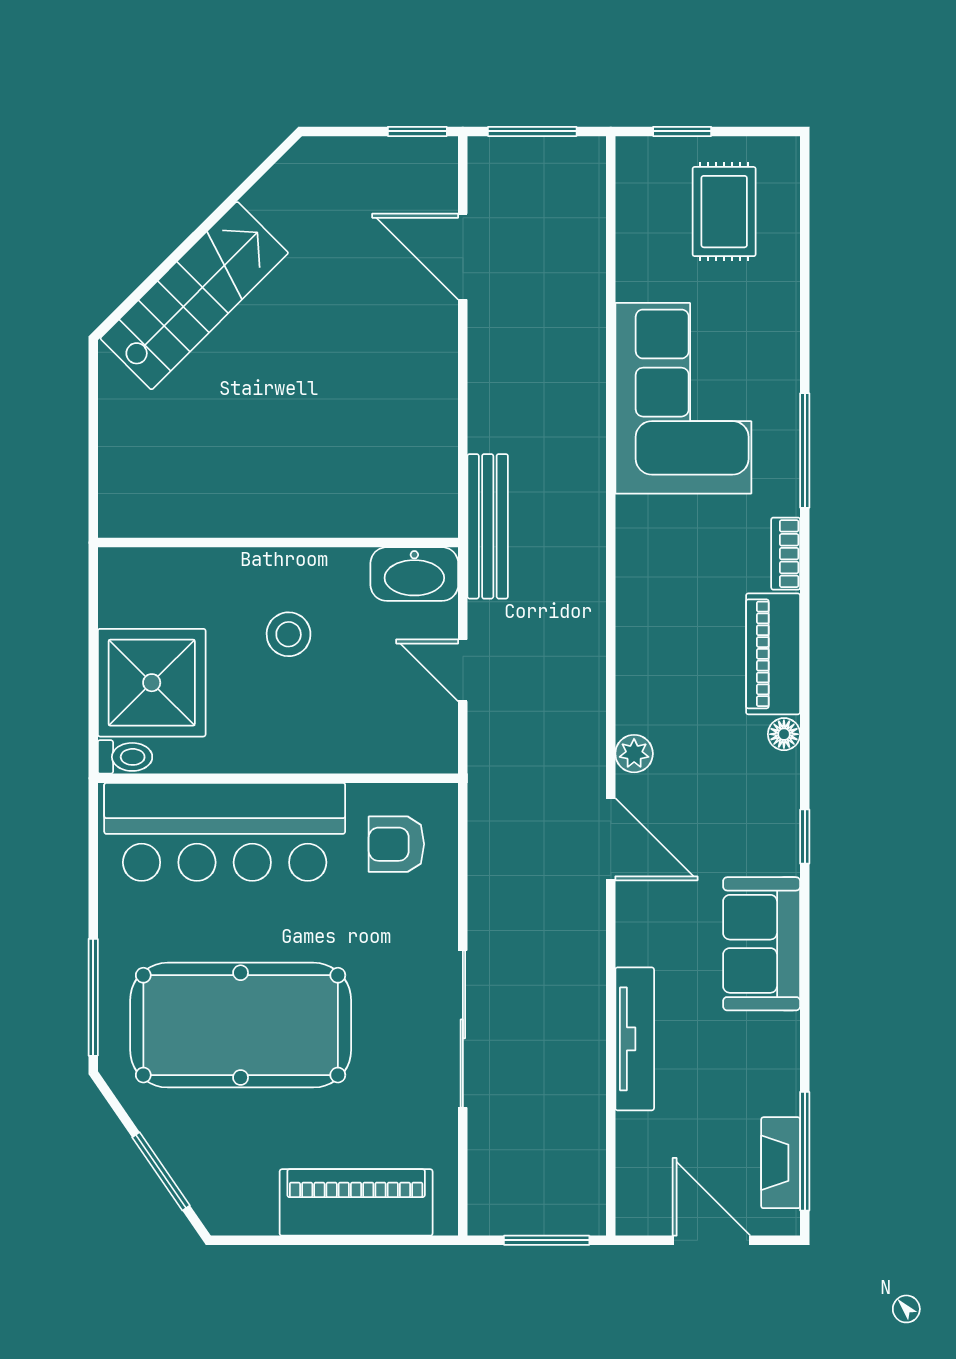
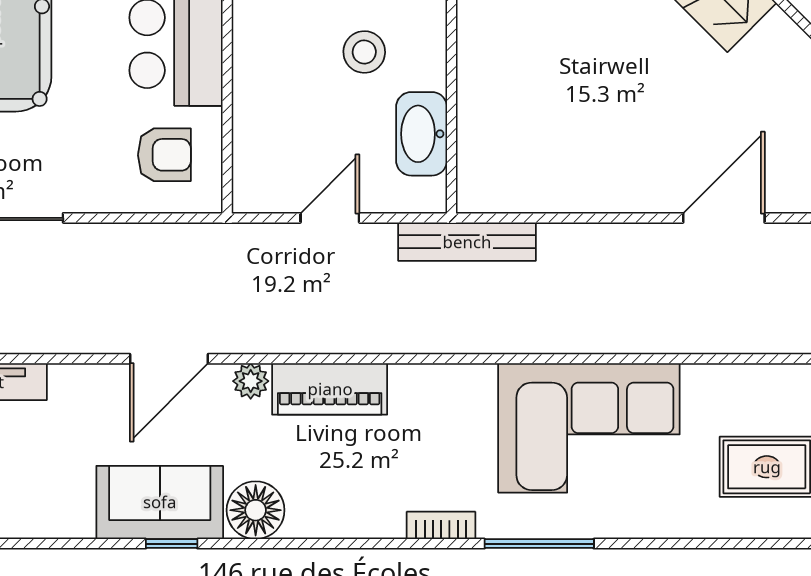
washbasin: (414, 574) -> (422, 134), moved
piano: (773, 654) -> (330, 389), moved, turned 180
floor lamp: (784, 734) -> (256, 510), width x1.89, depth x1.89
armchair: (396, 844) -> (164, 155), turned 90
sofa: (762, 944) -> (160, 502), moved

